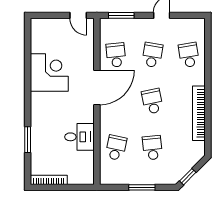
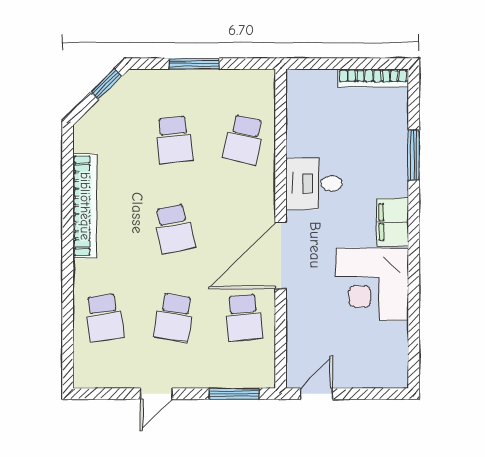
door: (78, 15) -> (317, 394), hinge flipped
filing cabinet: (39, 105) -> (393, 222), added
desk: (80, 137) -> (314, 184), moved

